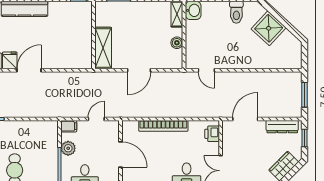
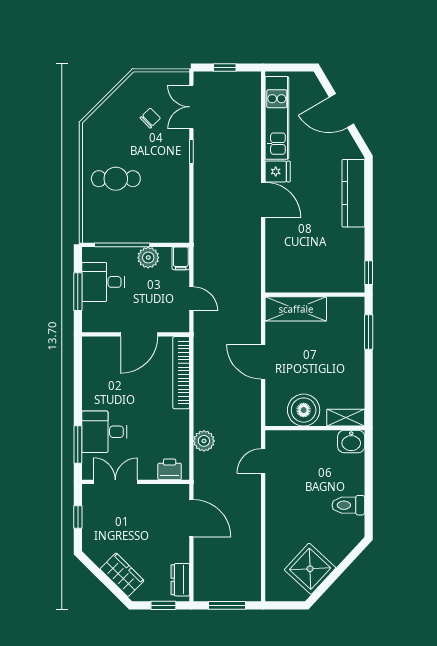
shower: (269, 28) -> (310, 569), moved
boiler: (177, 43) -> (304, 410), width x1.86, depth x1.86
plant: (193, 110) -> (204, 441), added
bookcase: (163, 126) -> (181, 373), moved
dresser: (282, 127) -> (180, 580), width x0.70

